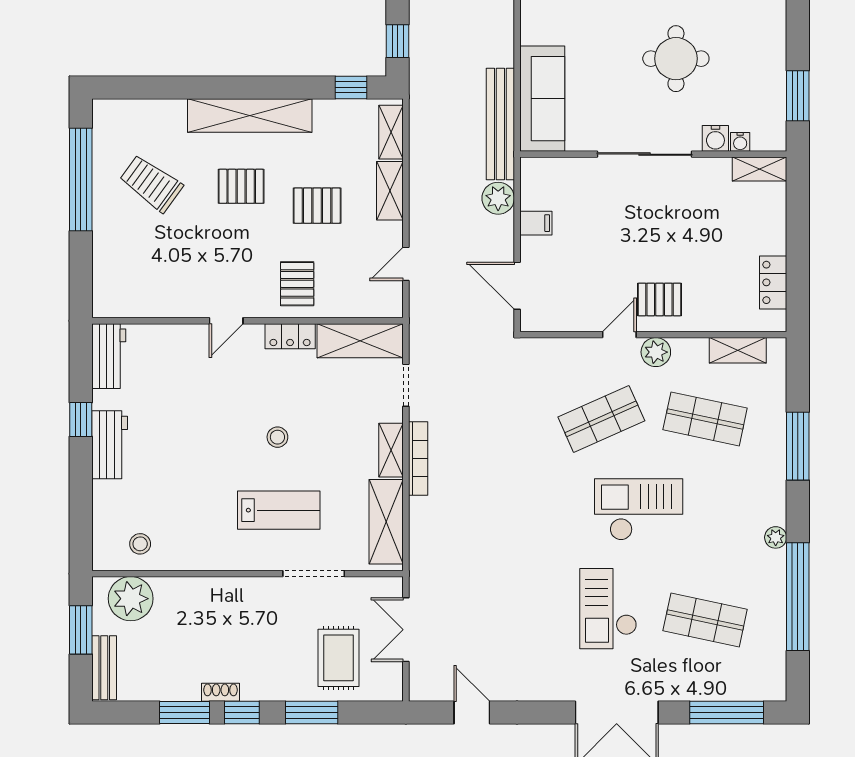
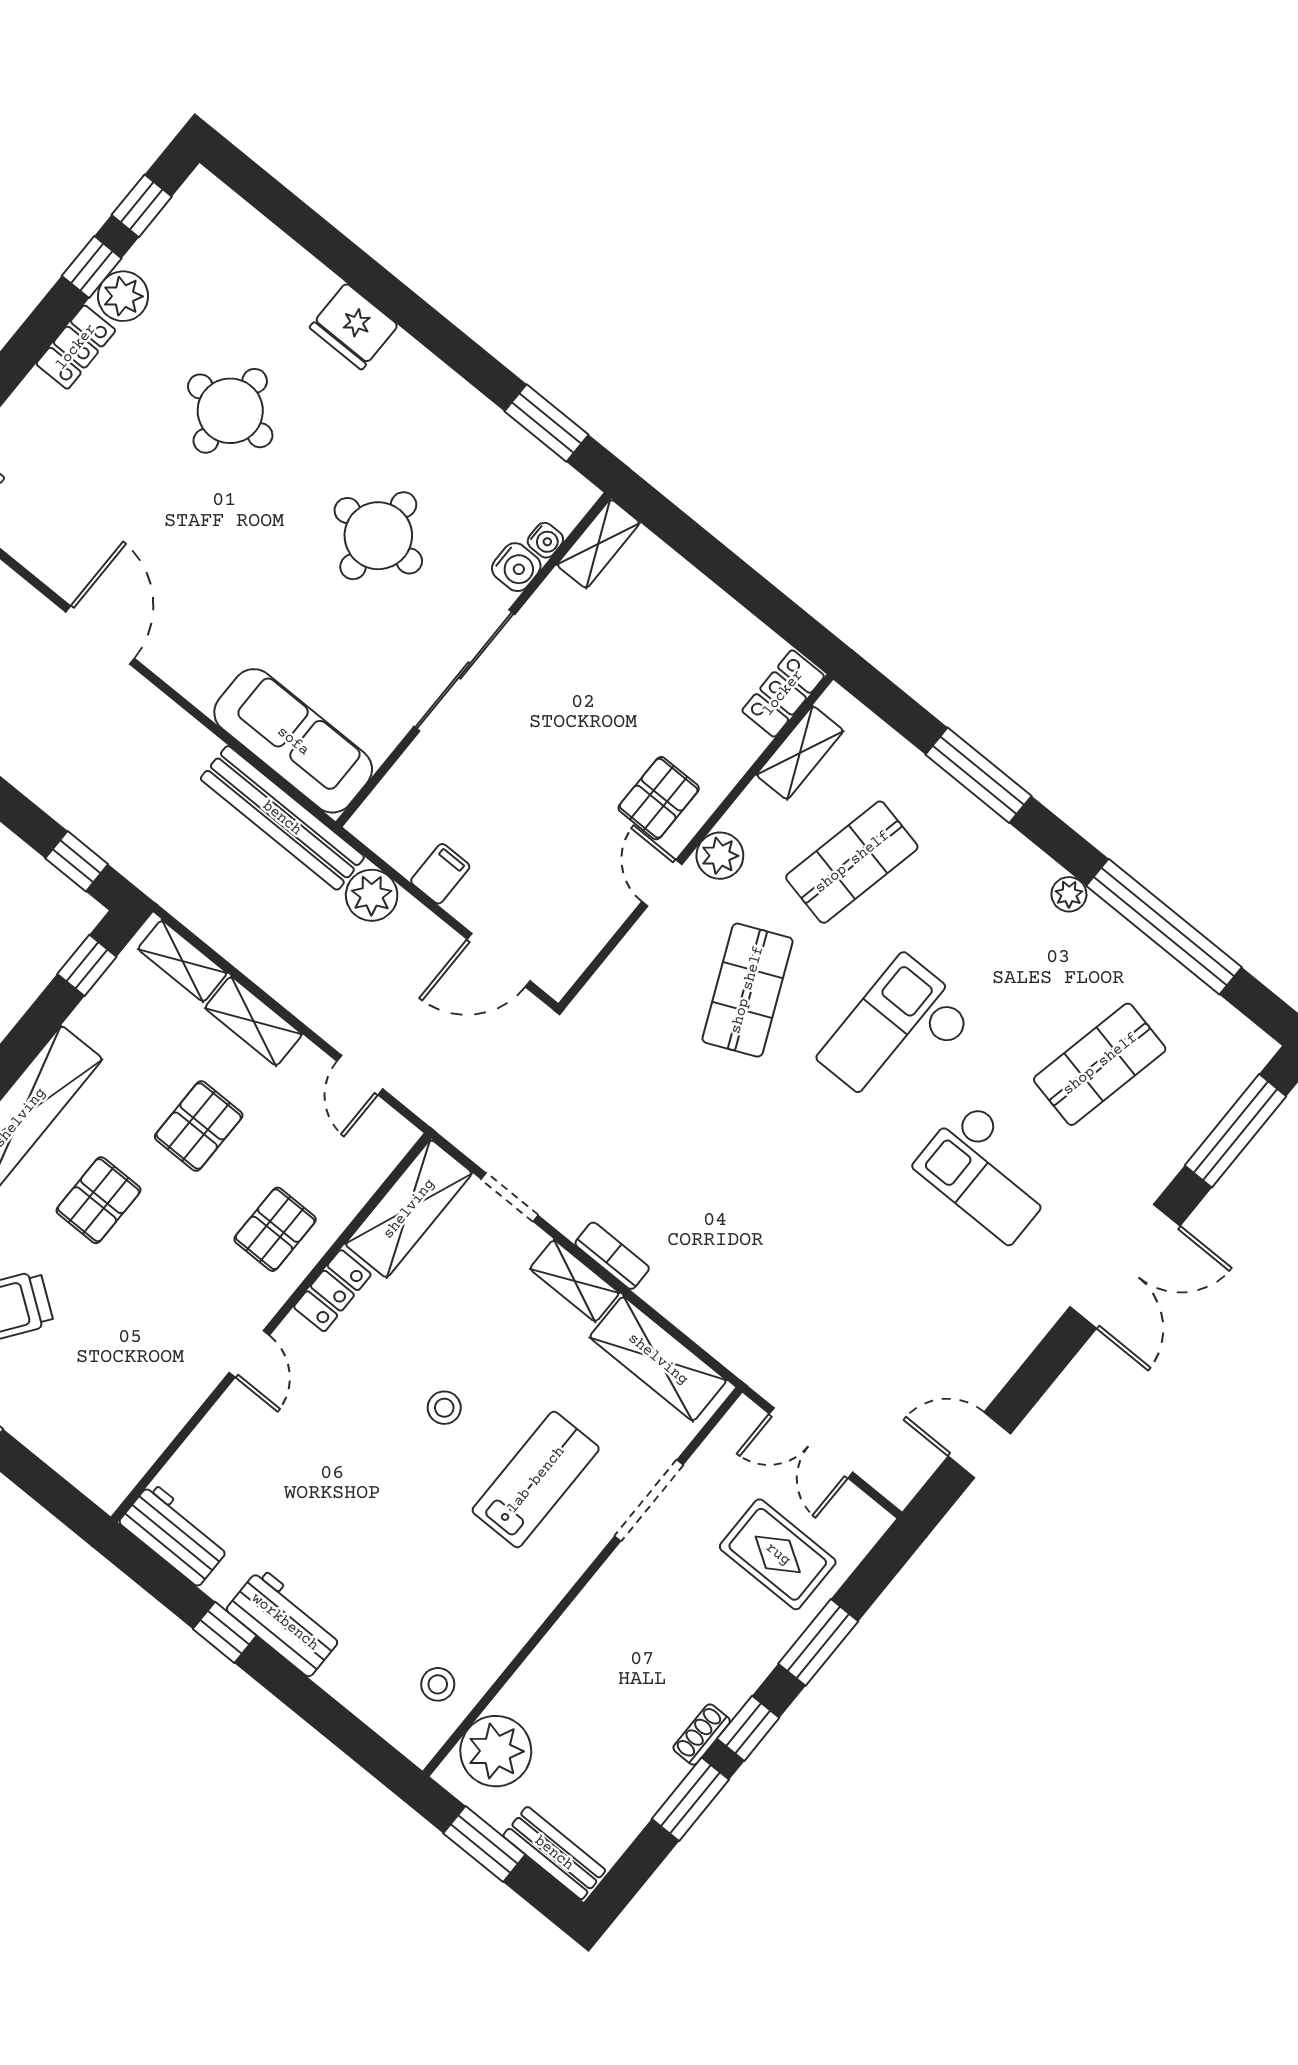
locker: (773, 282) -> (783, 693), moved, turned 90
pallet: (297, 284) -> (275, 1229), turned 90
bookcase: (418, 459) -> (612, 1256), width x0.64

